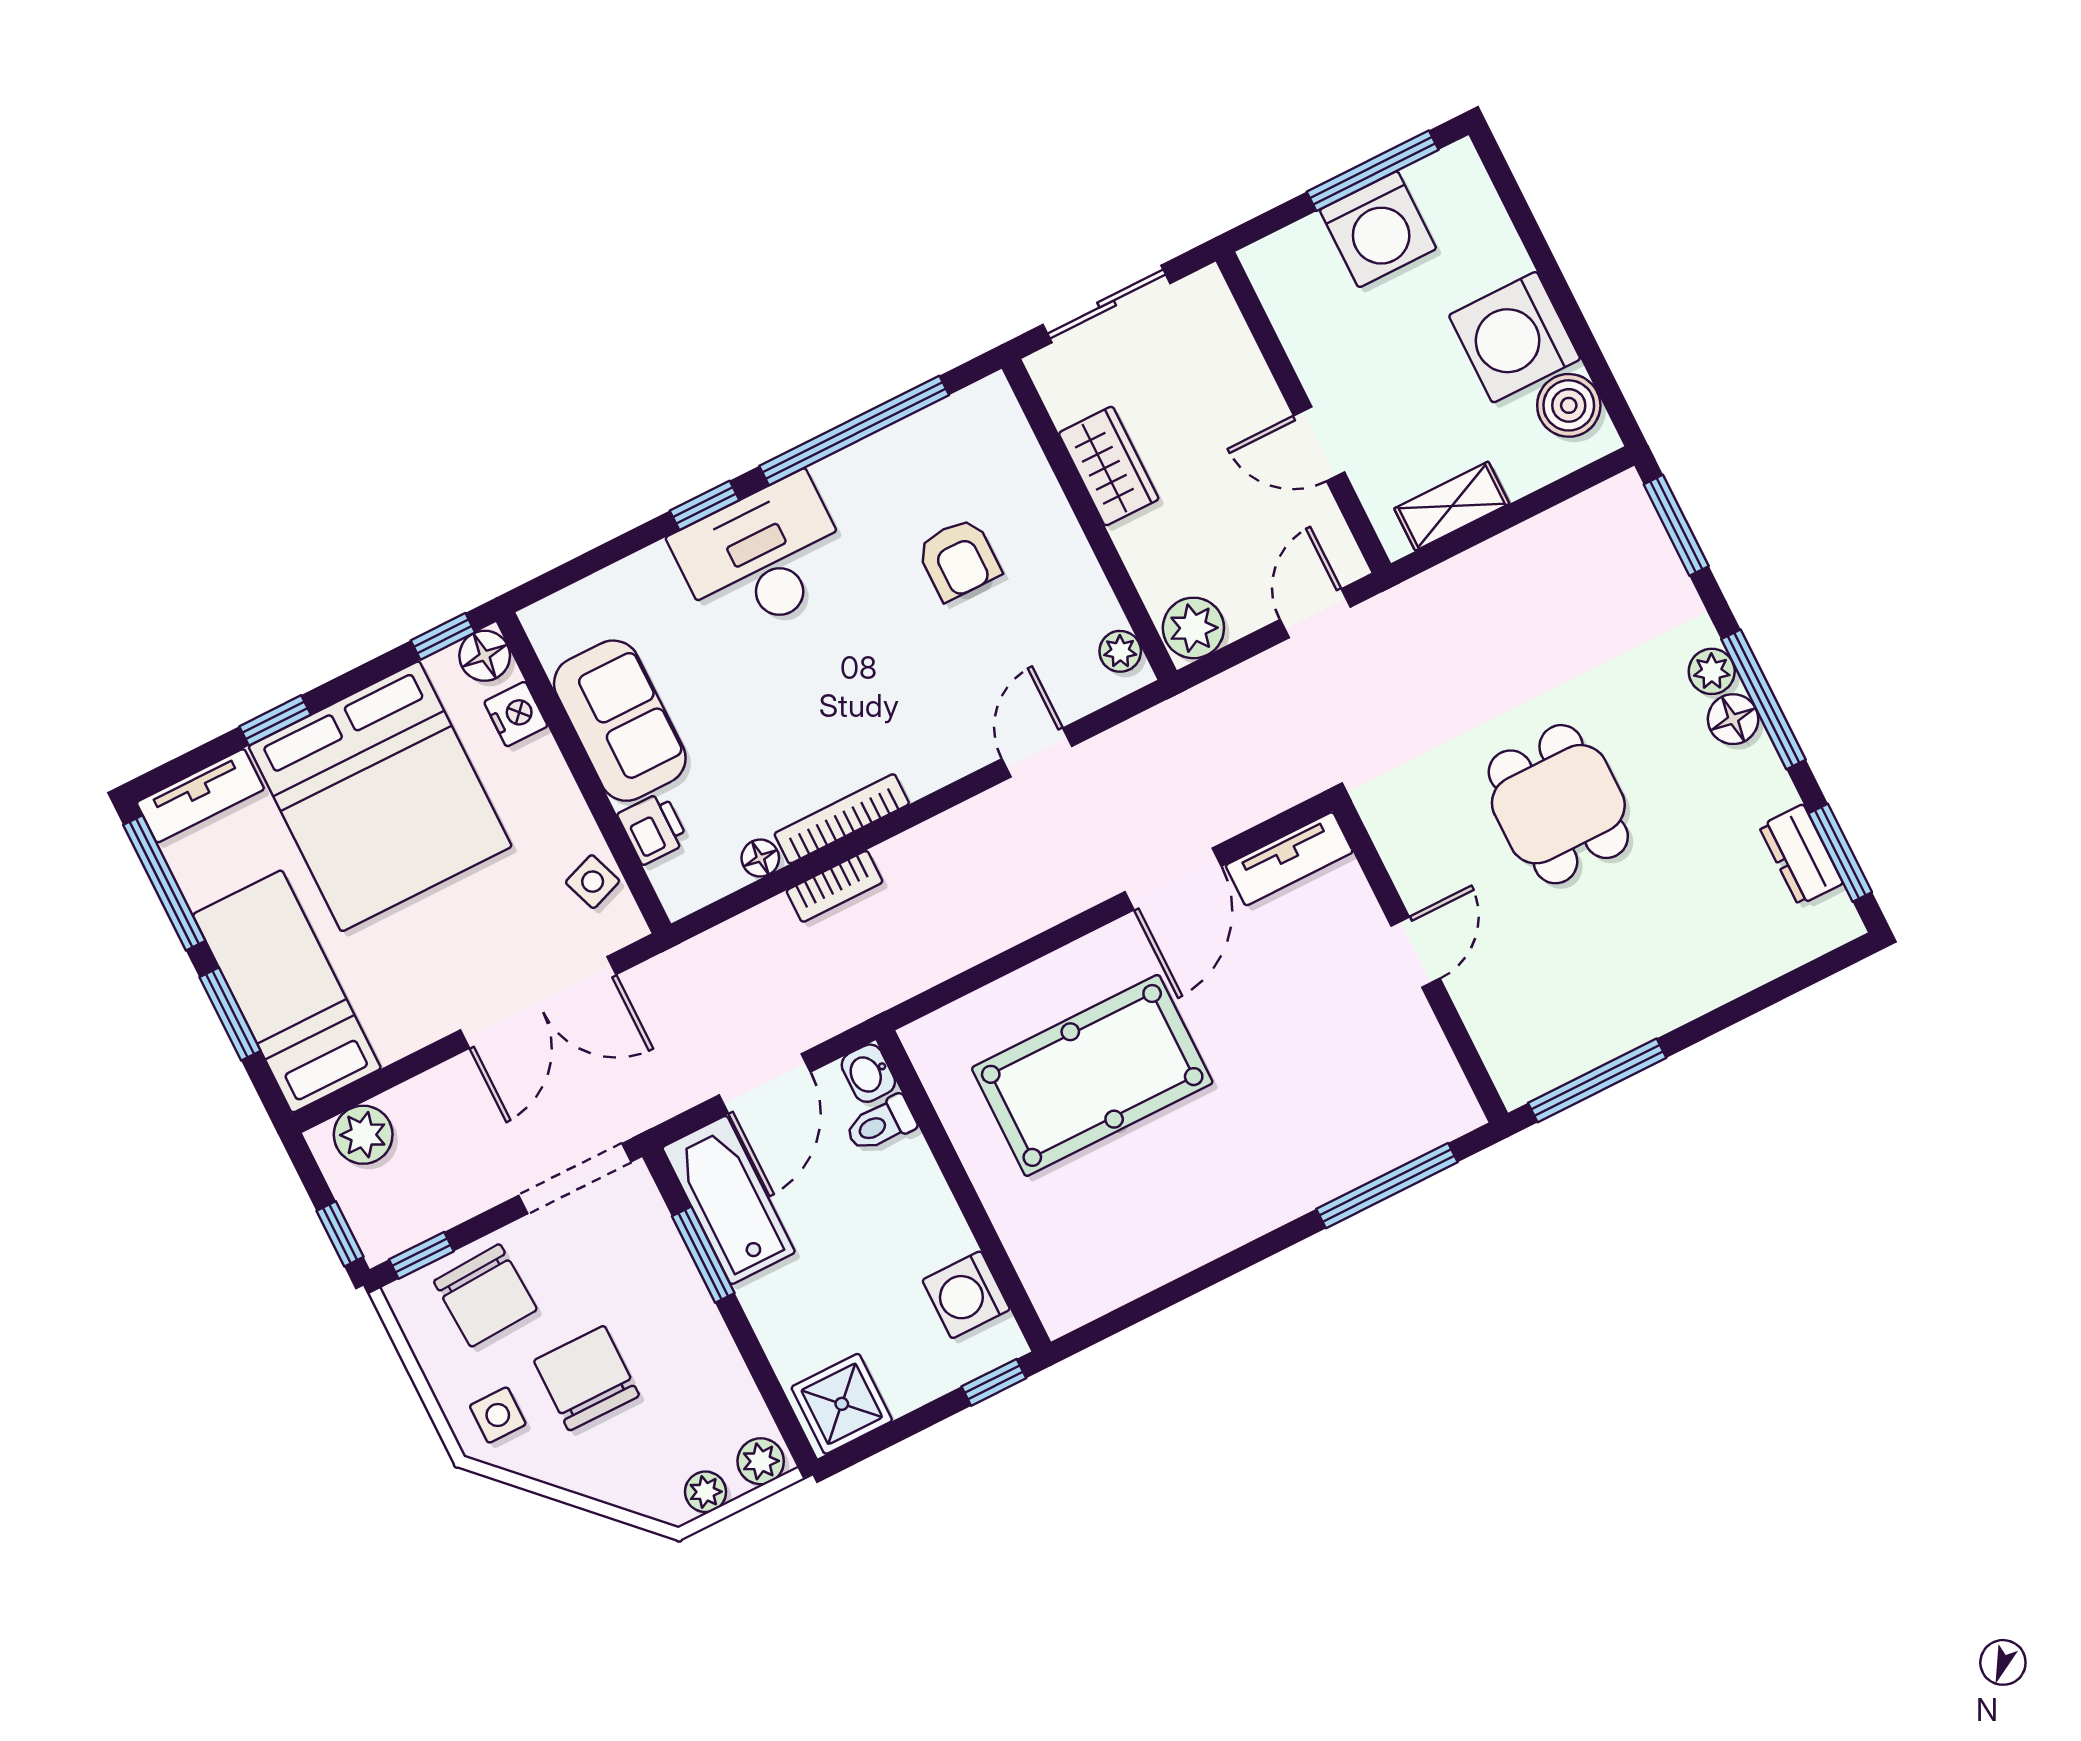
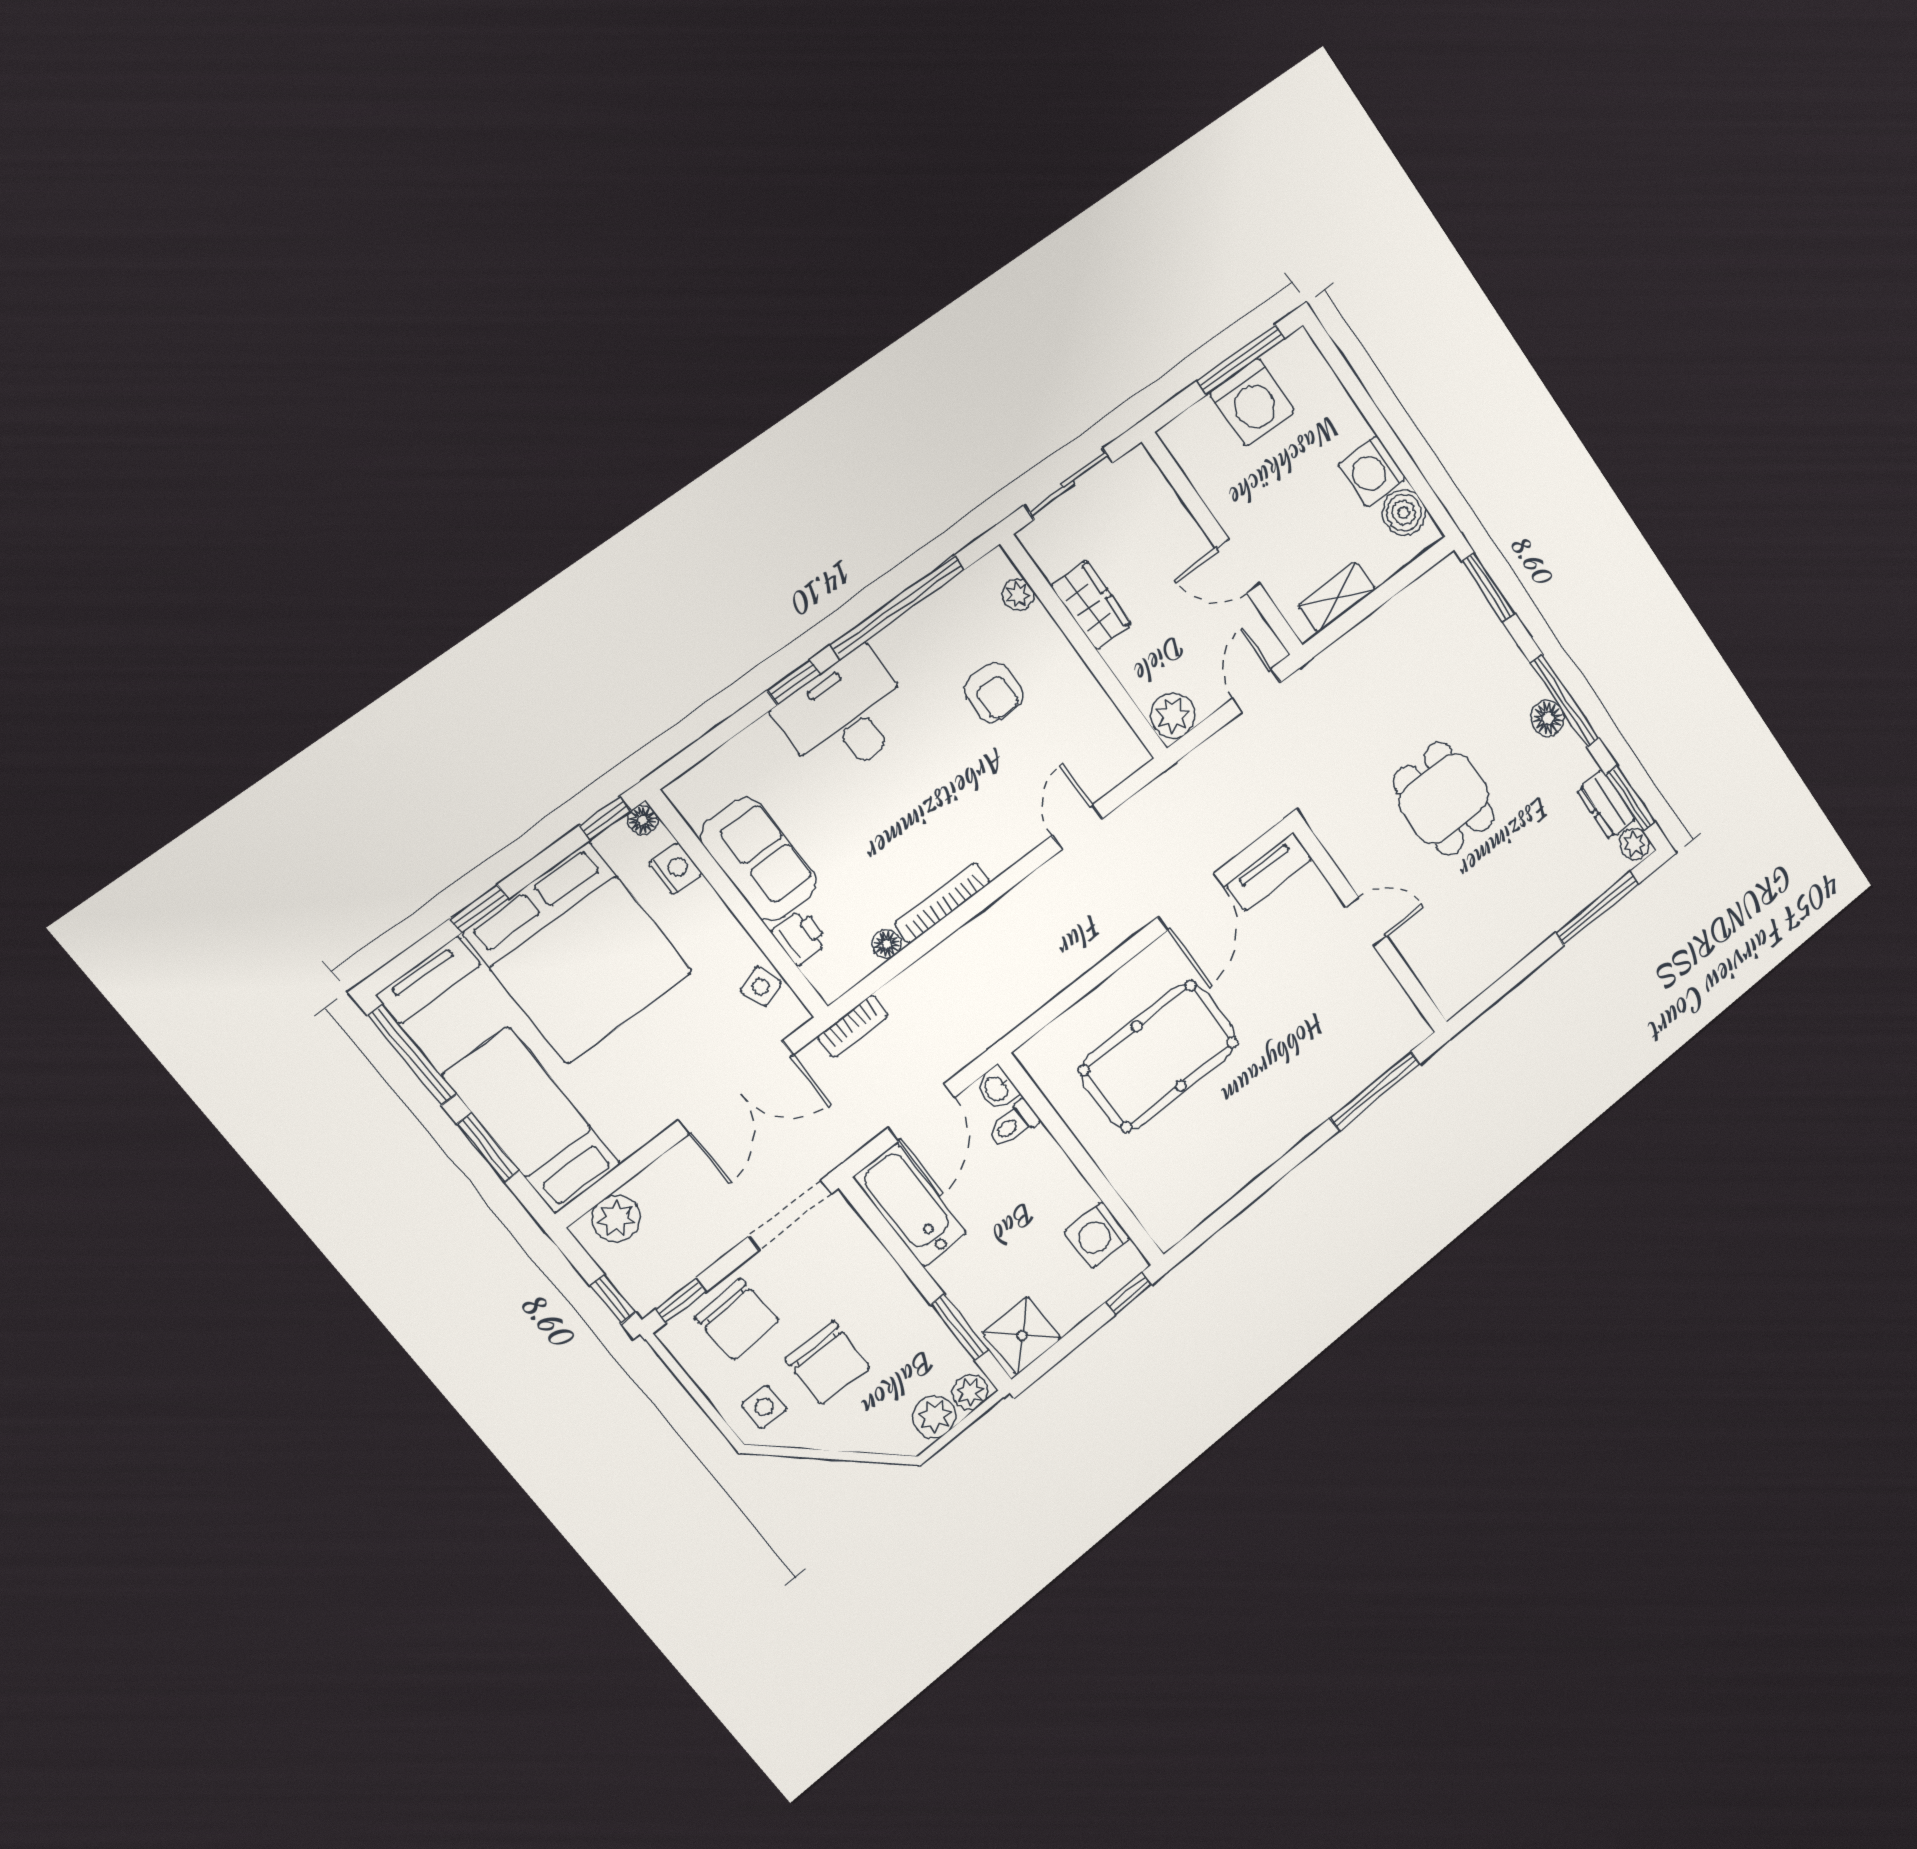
washing machine: (1515, 337) -> (1372, 471), width x0.73, depth x0.73
plant: (1120, 651) -> (1018, 595), moved
floor lamp: (485, 656) -> (643, 820), width x0.73, depth x0.73
plant: (1712, 671) -> (1635, 844), moved
bookcase: (834, 886) -> (853, 1026), moved
door: (1416, 952) -> (1366, 922), hinge flipped
window: (1597, 1080) -> (1597, 908), moved
window: (703, 1255) -> (959, 1327), moved
chair: (587, 1378) -> (828, 1363), turned 180
plant: (705, 1492) -> (934, 1417), width x1.38, depth x1.38

